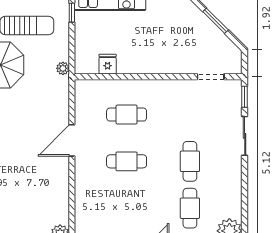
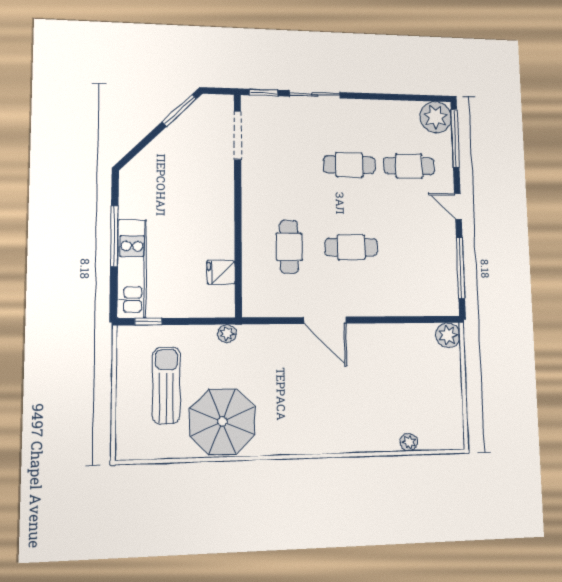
window: (216, 21) -> (179, 110), moved
doorway: (211, 77) -> (237, 135), width x1.38
cafe table: (127, 161) -> (351, 247), turned 90

